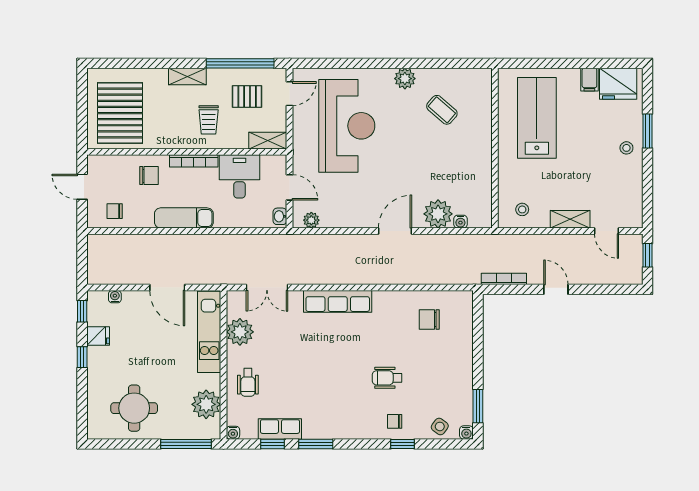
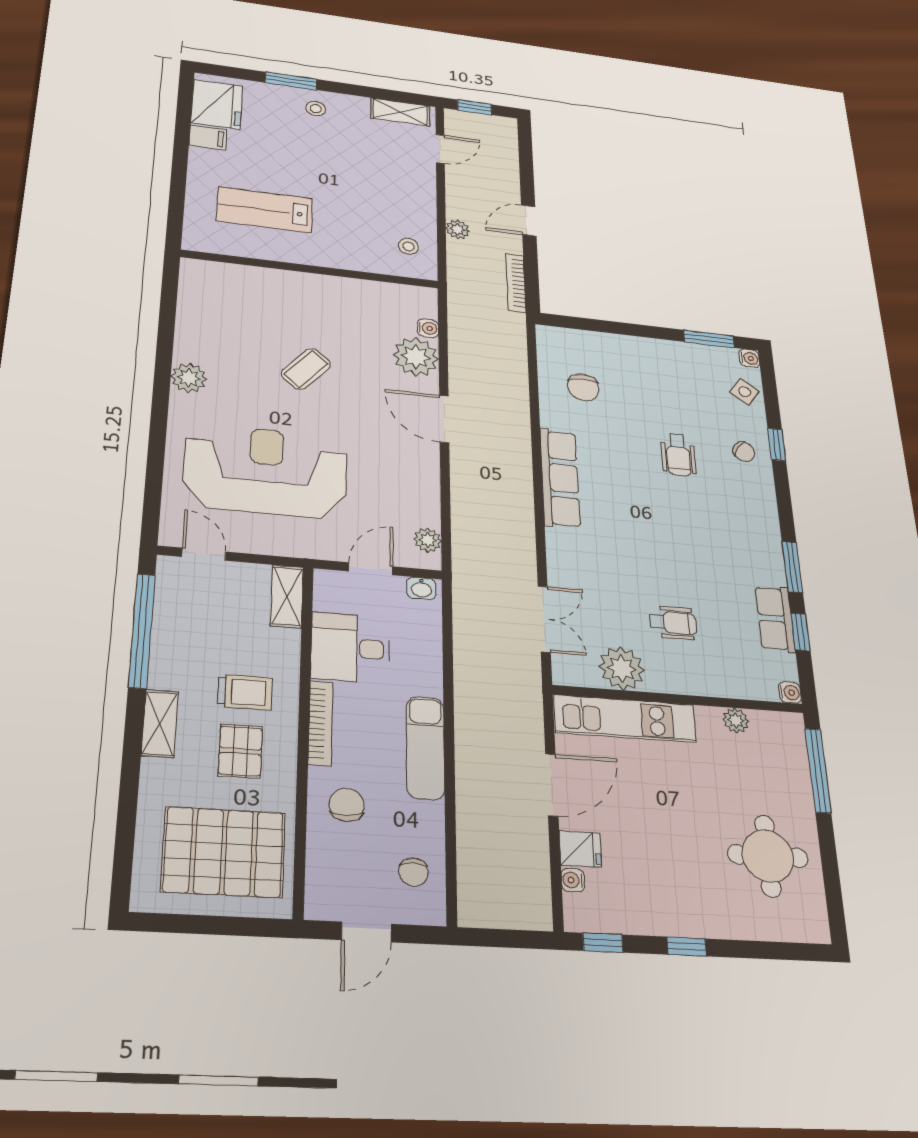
pallet: (247, 96) -> (240, 751), moved
coffee table: (442, 110) -> (306, 369), moved
lab bench: (537, 118) -> (265, 210), width x0.73, depth x0.72
shelving: (570, 219) -> (400, 112), moved, turned 90
plant: (541, 242) -> (458, 229), added
row of seats: (338, 301) -> (560, 478), moved
fridge: (98, 336) -> (580, 849), moved, turned 90
wheelchair: (248, 382) -> (673, 623), moved
plant: (206, 404) -> (736, 720), width x0.53, depth x0.53
chair: (395, 421) -> (744, 452), turned -55

